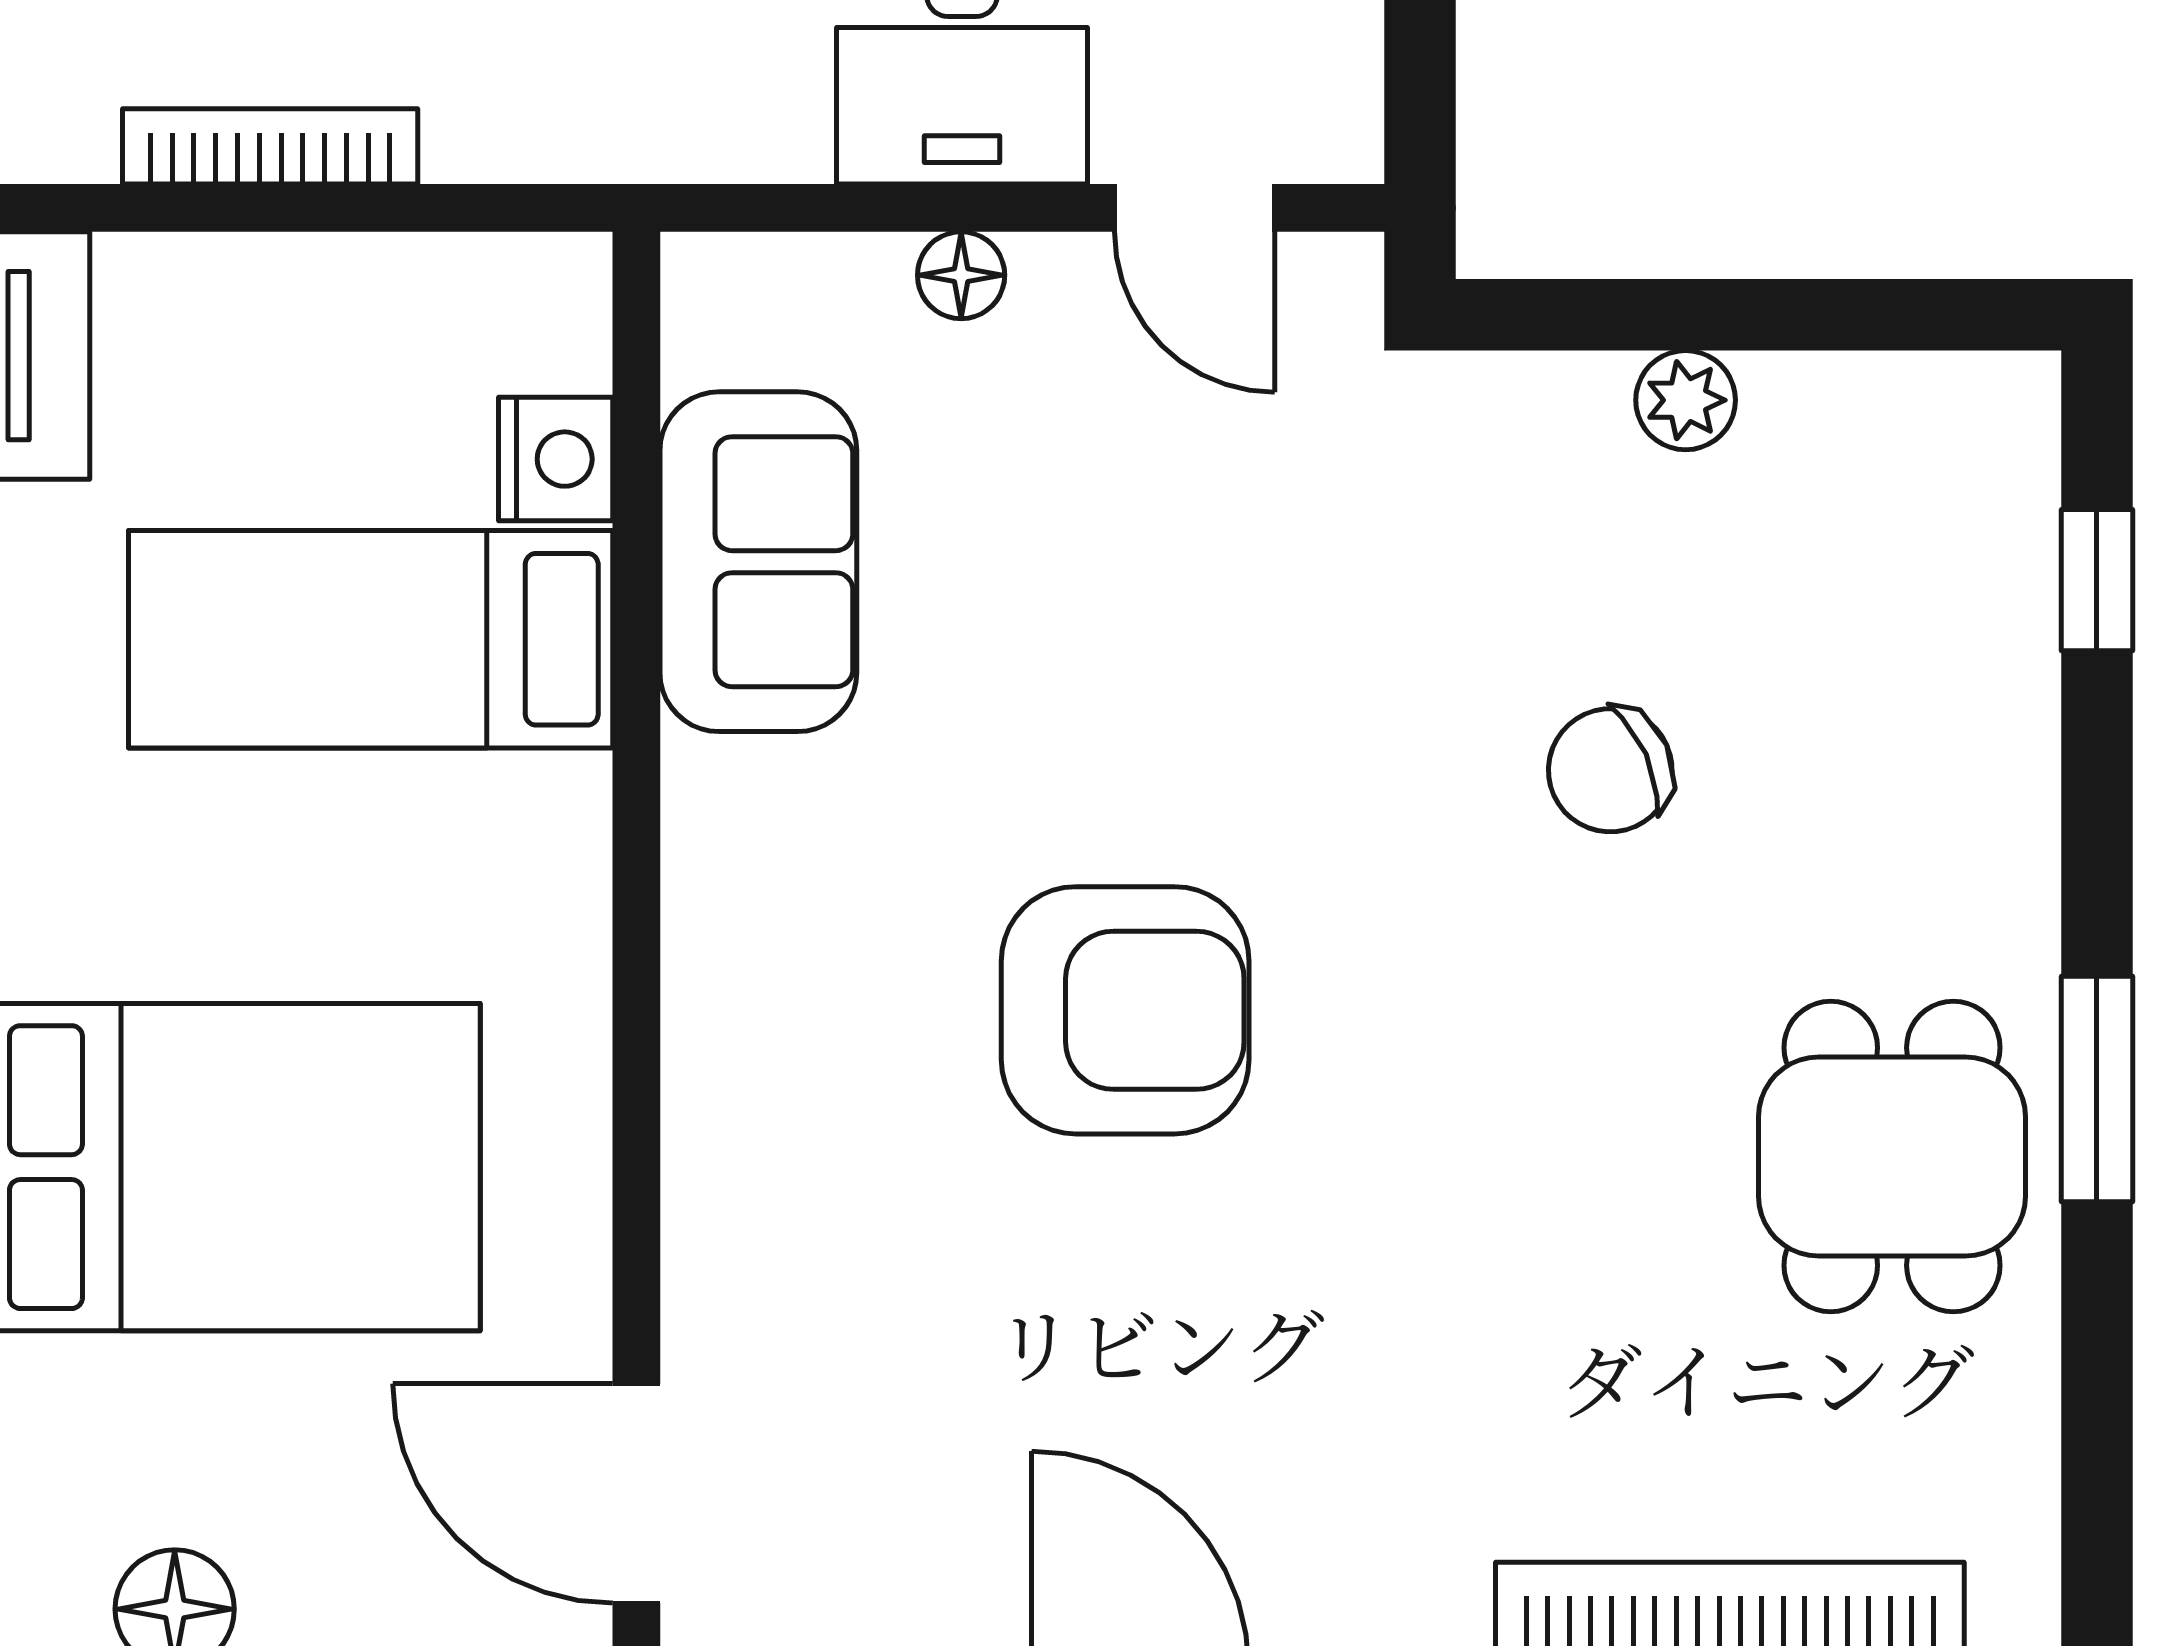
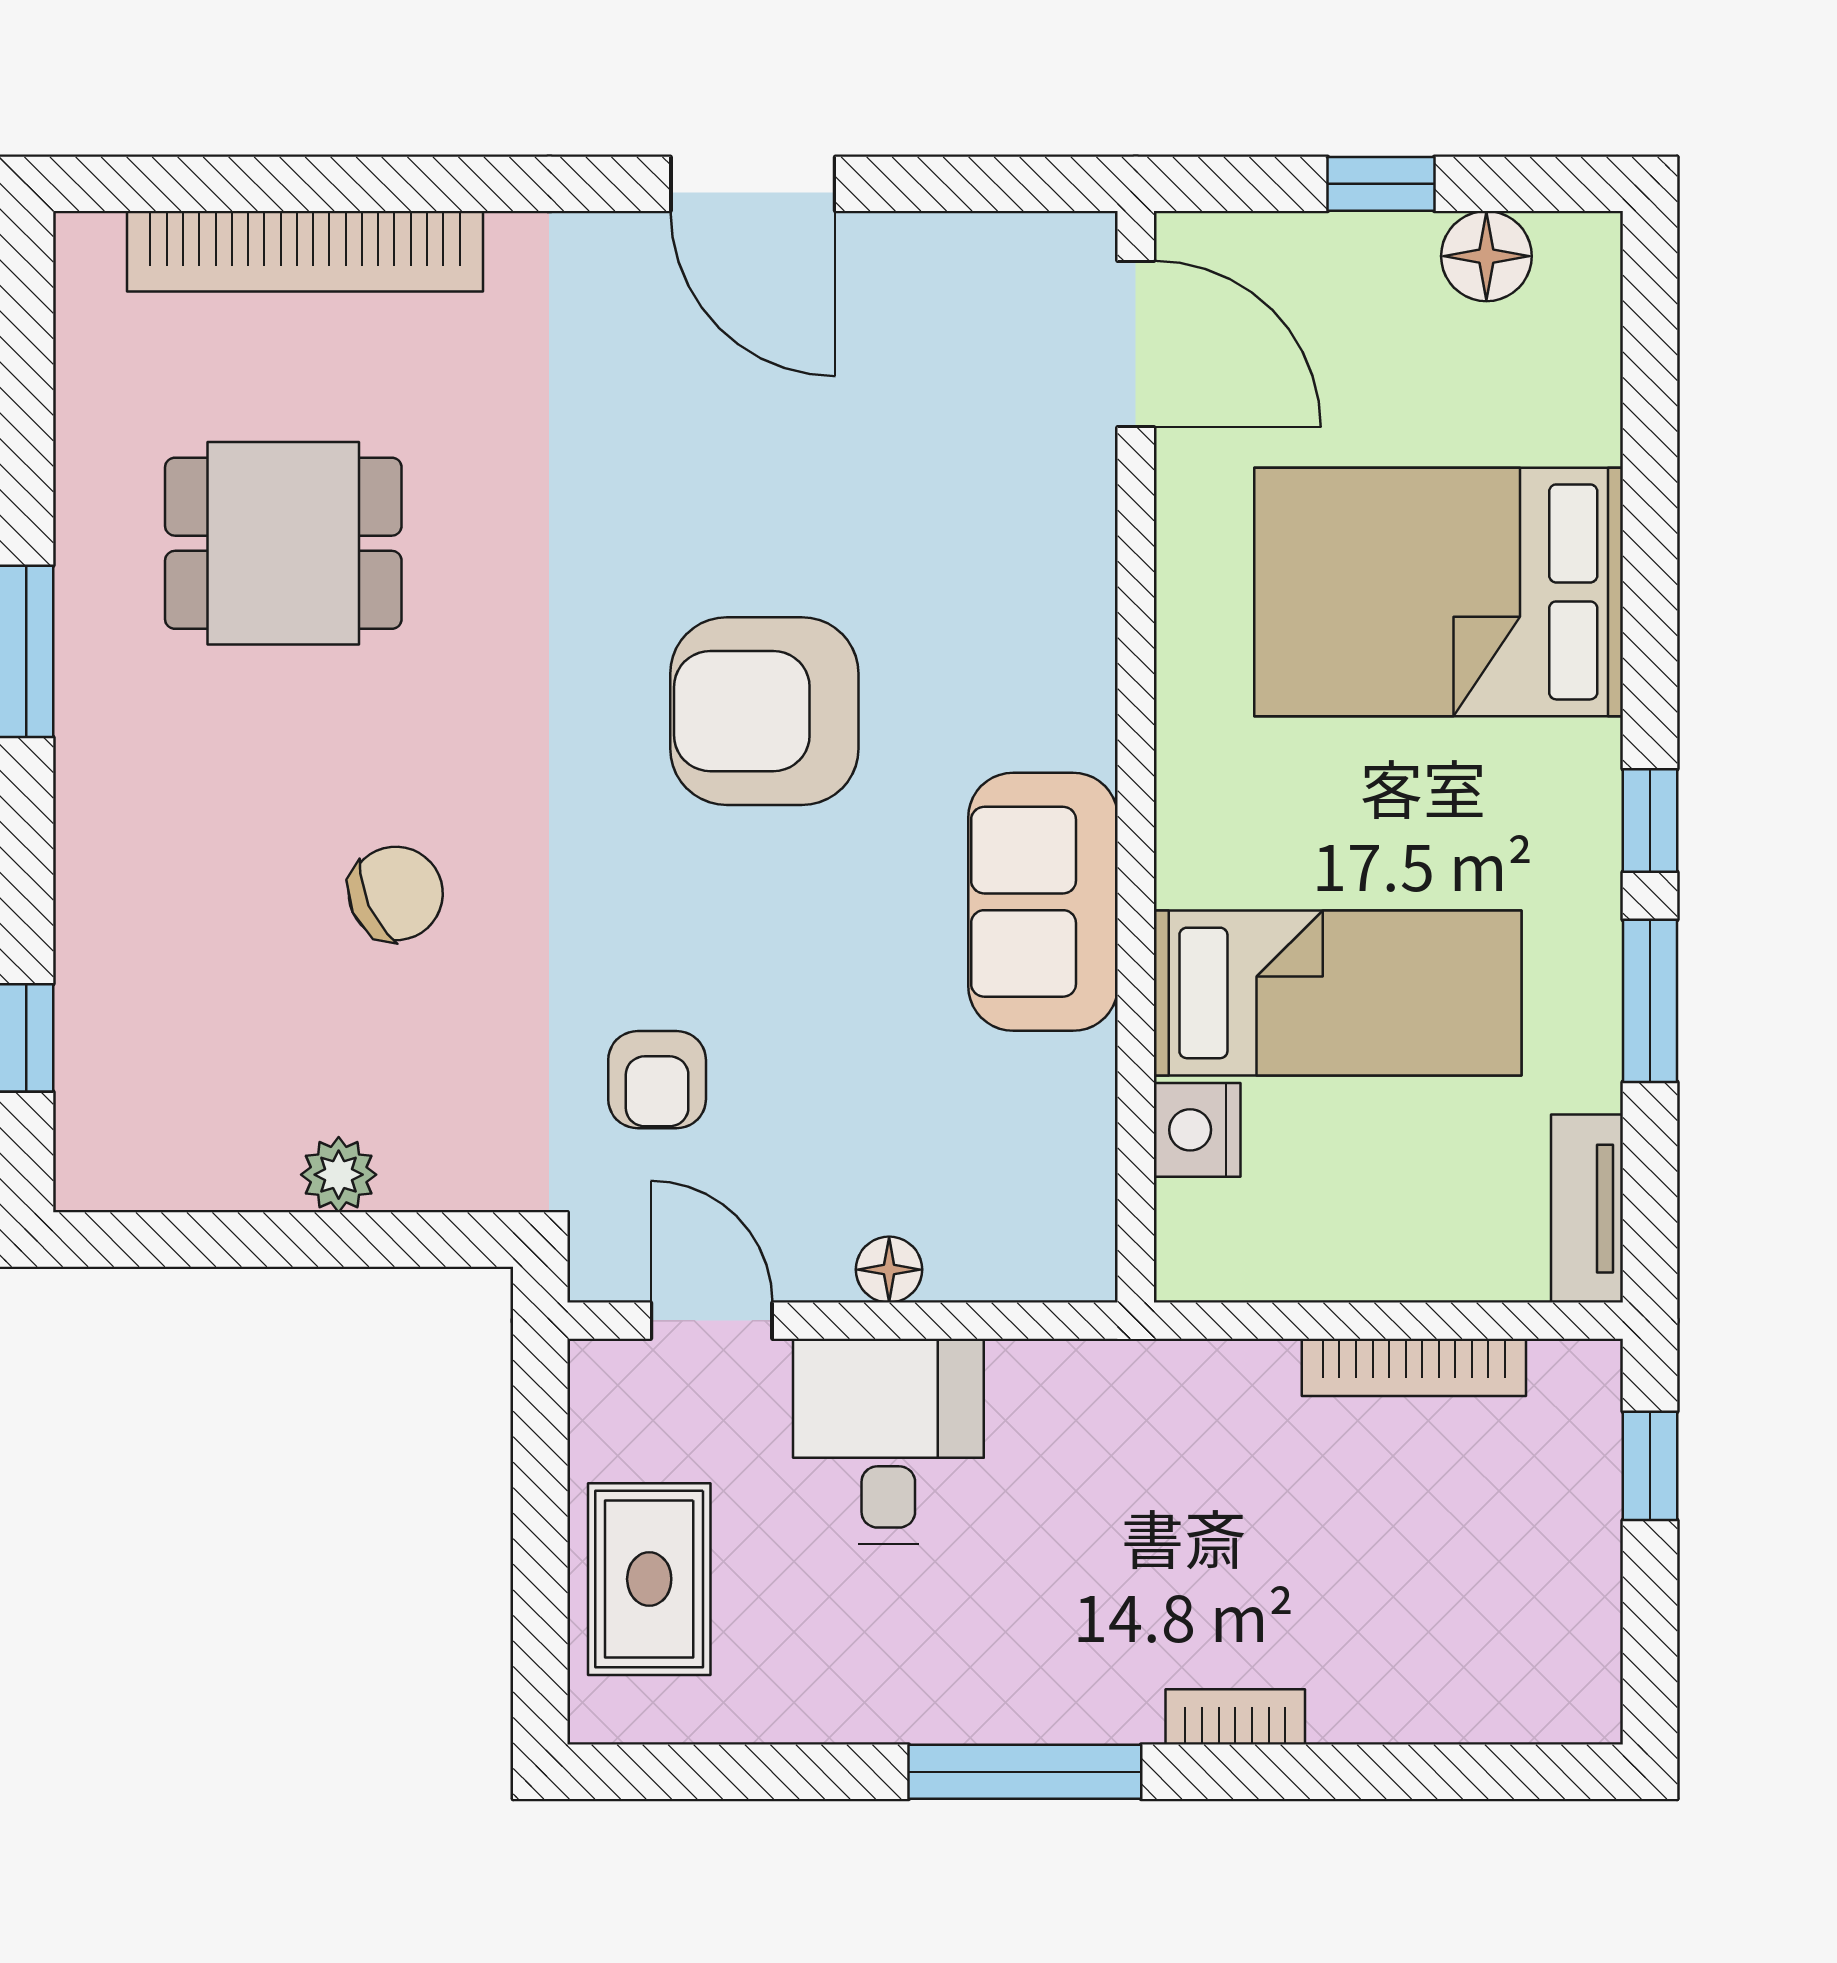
armchair: (1266, 525) -> (657, 1080), added
sofa: (758, 562) -> (1043, 902), moved
dining table: (1892, 1157) -> (283, 543), moved, turned 90

